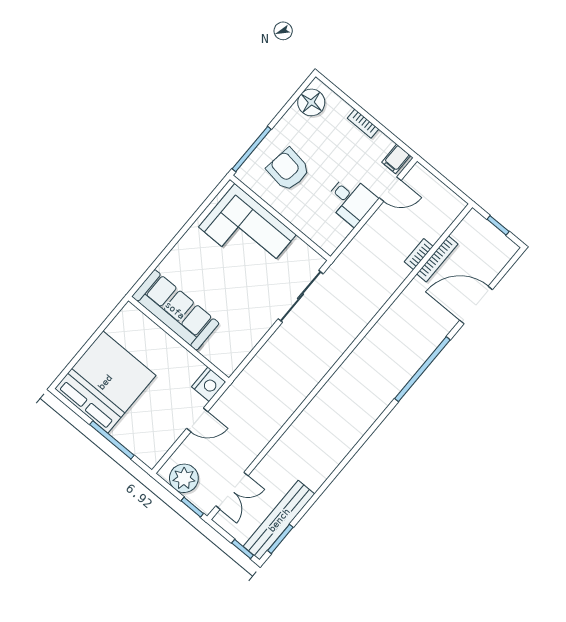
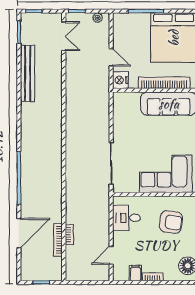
filing cabinet: (396, 159) -> (135, 273), moved
desk: (351, 200) -> (126, 218), moved
bookcase: (160, 338) -> (164, 83), added
door: (197, 420) -> (111, 57), swing flipped
plant: (184, 478) -> (98, 18), width x0.53, depth x0.53
double door: (232, 491) -> (64, 36), swing flipped
bench: (279, 520) -> (28, 73), moved

